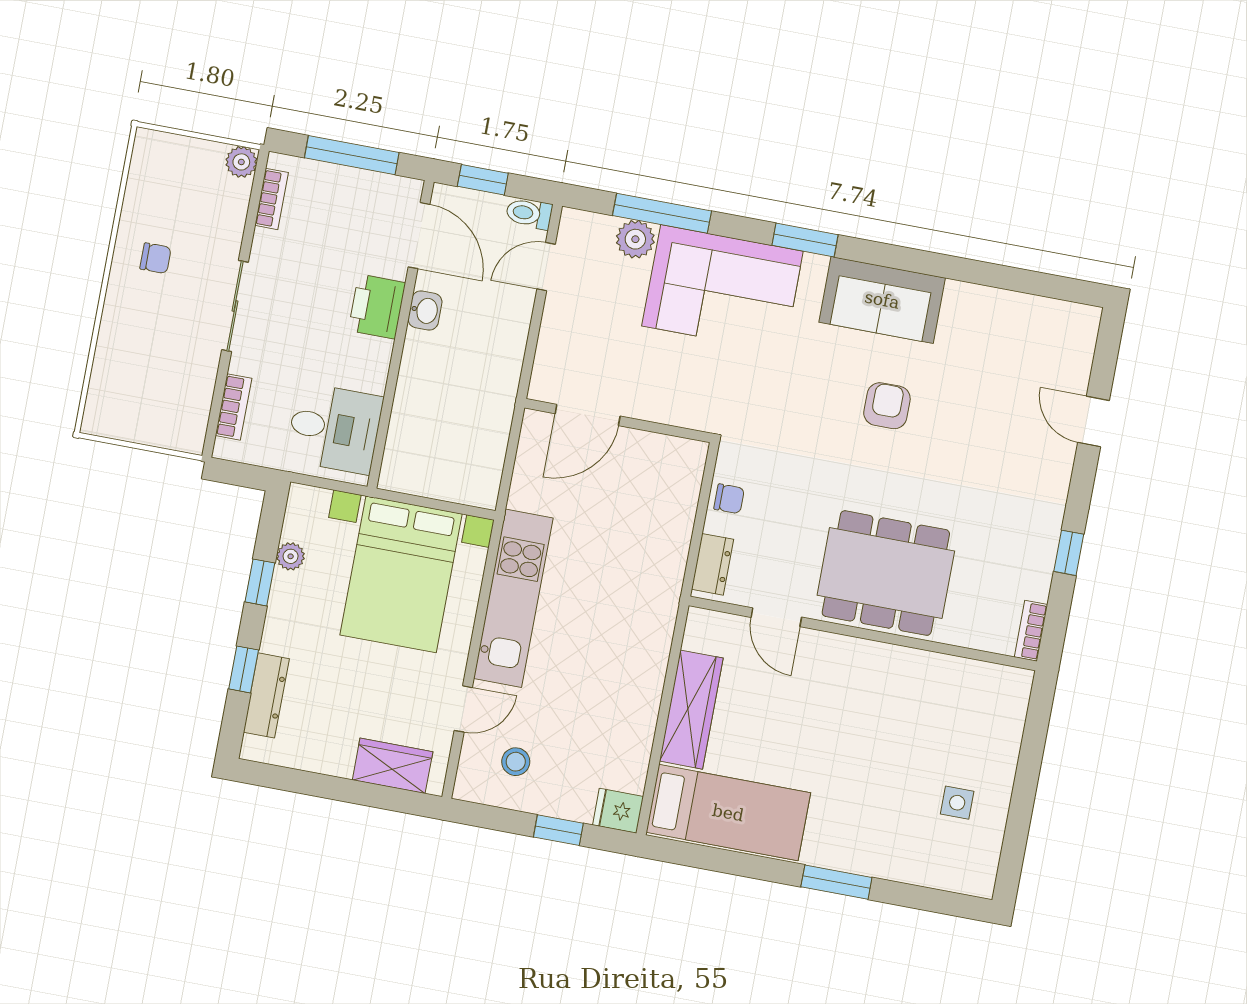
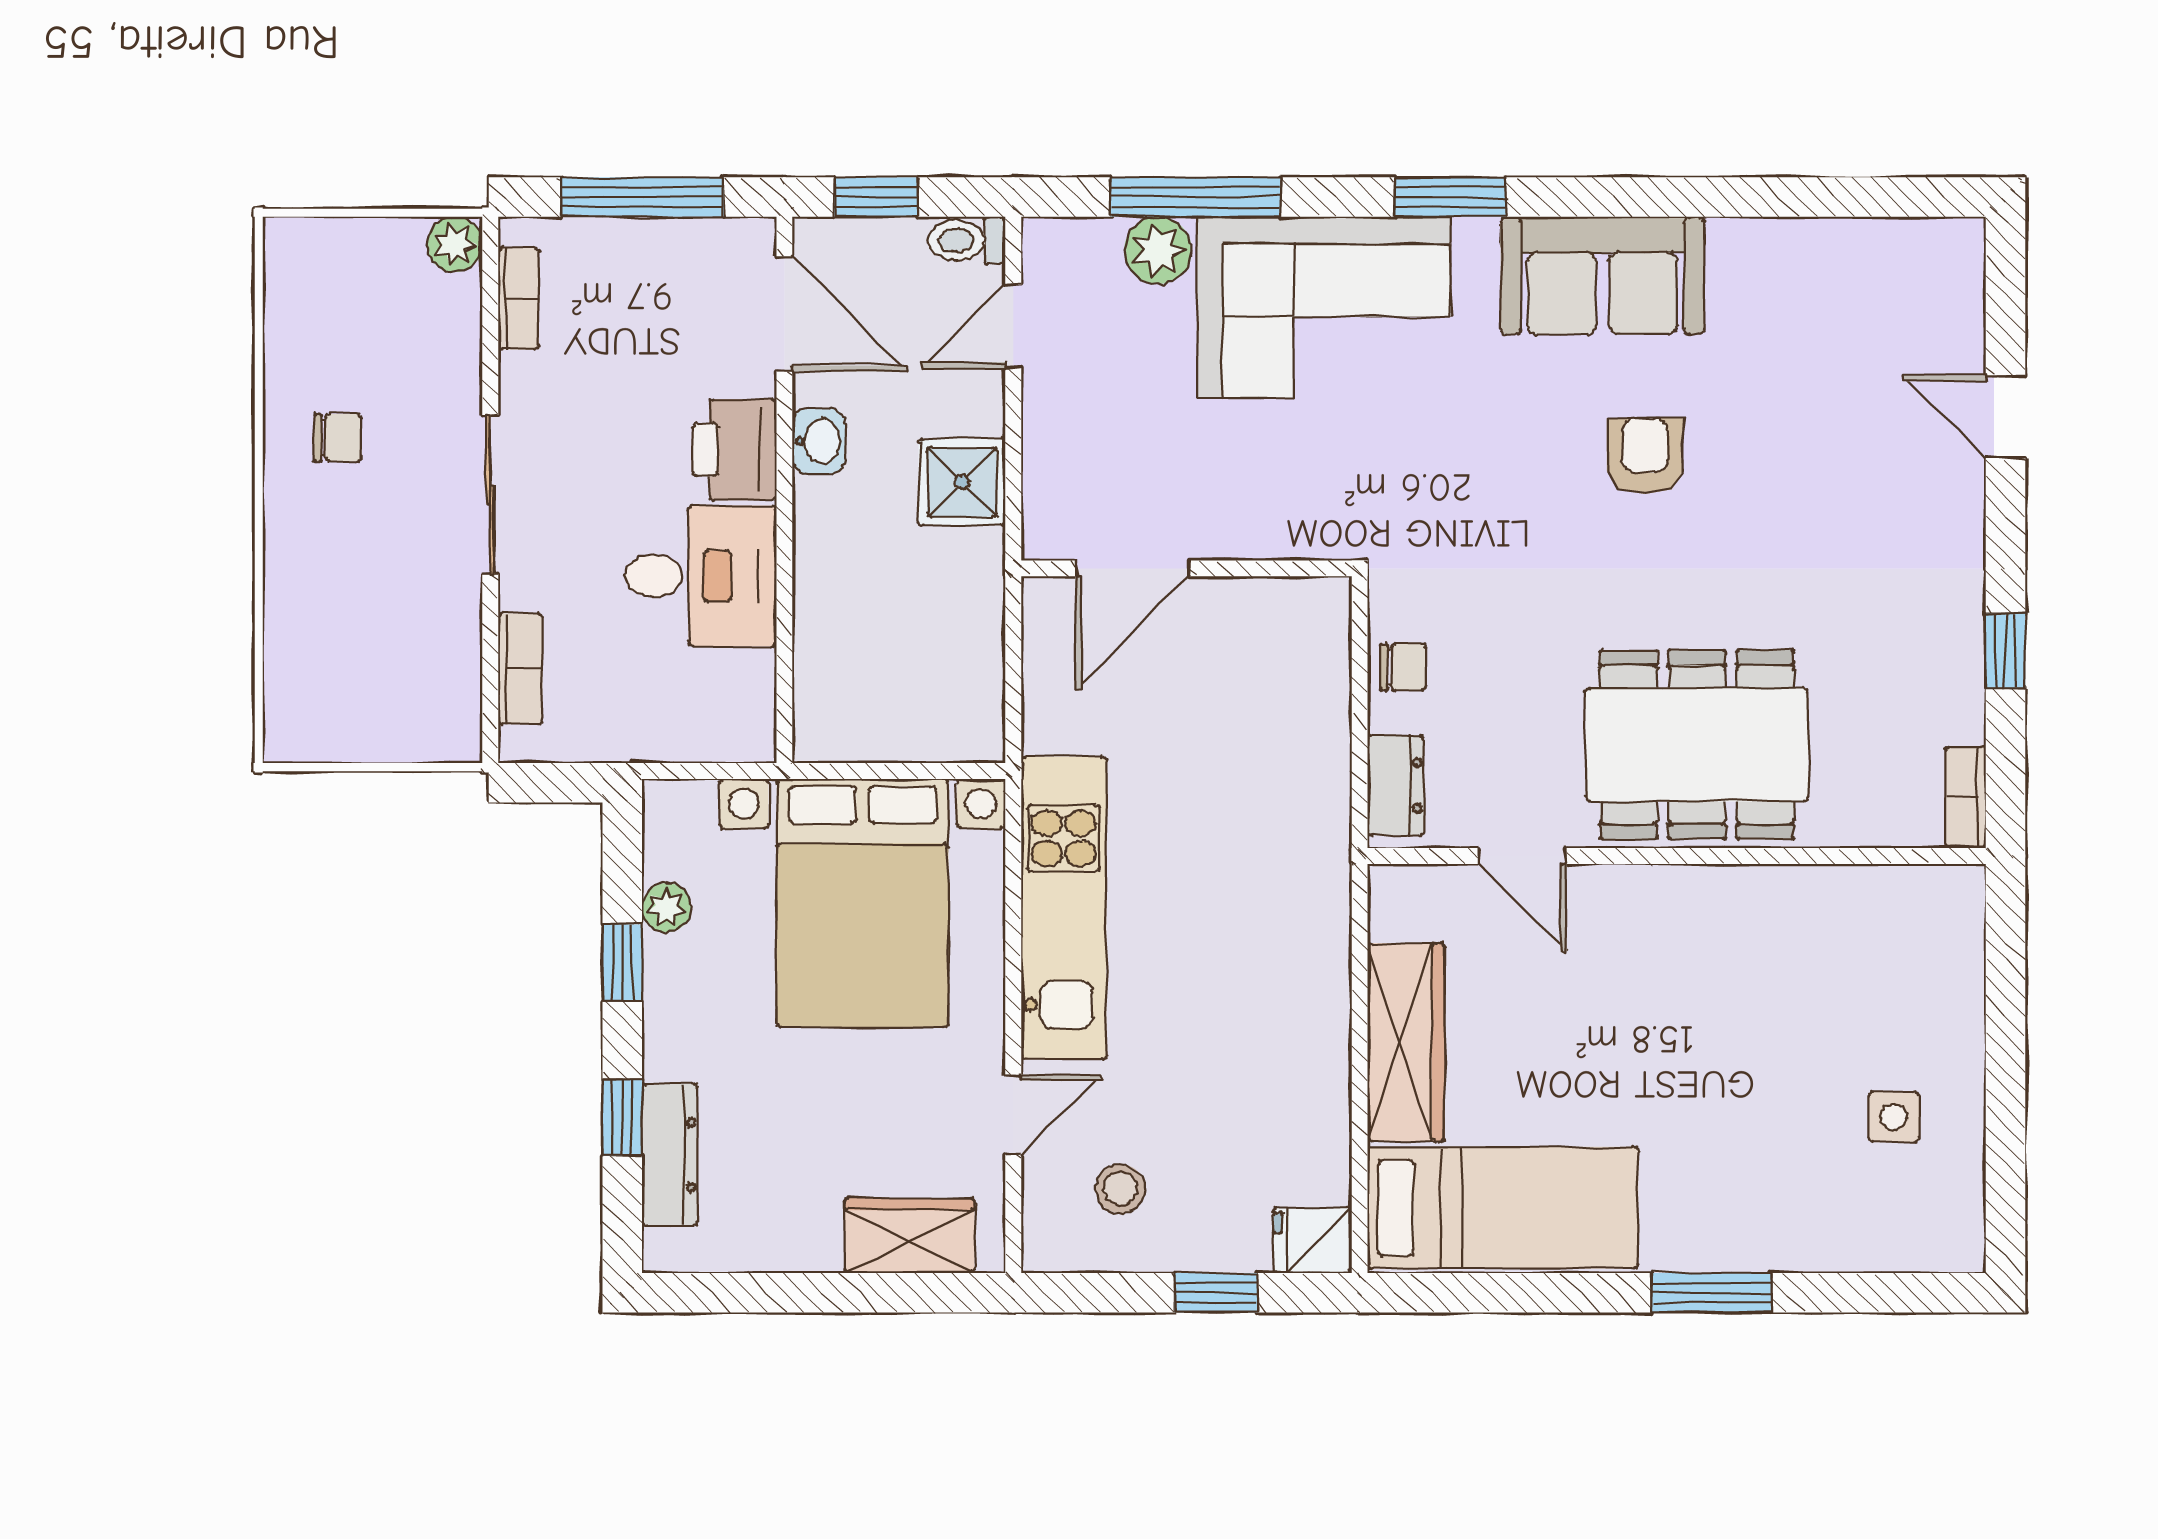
shower: (501, 349) -> (962, 482), added
desk: (334, 428) -> (701, 576), moved

